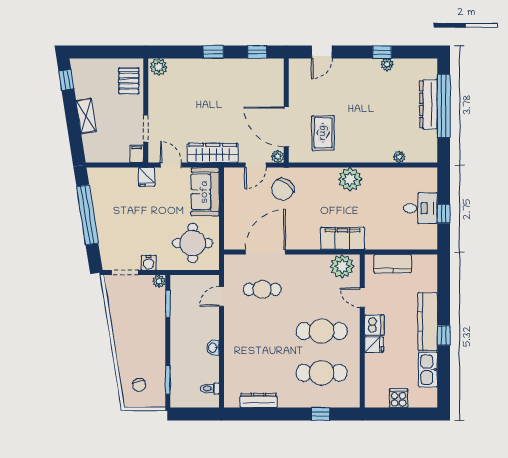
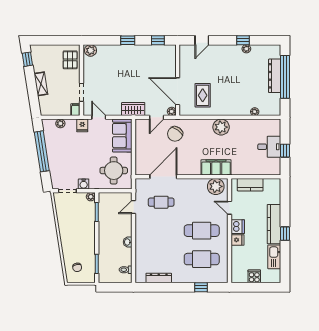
wardrobe: (213, 153) -> (133, 109), width x0.67
plant: (115, 174) -> (60, 123), added

